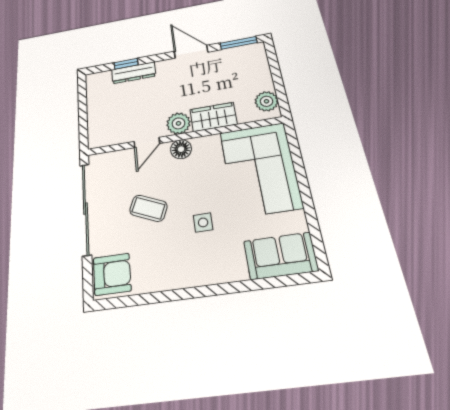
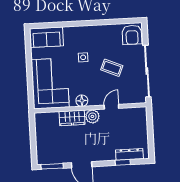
dresser: (134, 73) -> (129, 154), moved
plant: (266, 101) -> (41, 124), removed
floor lamp: (181, 149) -> (82, 101), moved
armchair: (112, 274) -> (132, 35), turned -90

